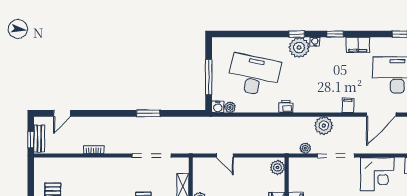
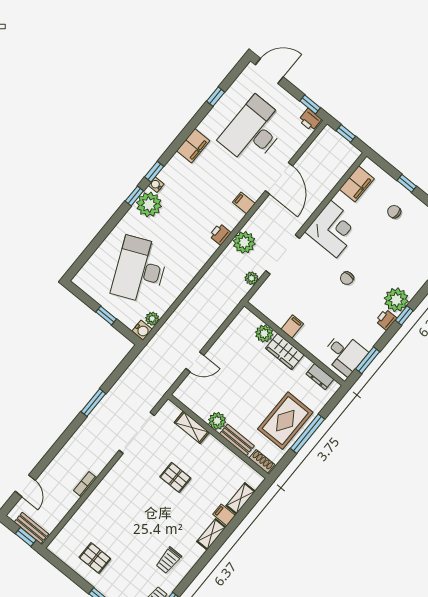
window: (335, 34) -> (154, 172), moved
desk: (254, 75) -> (140, 270), turned -36
window: (209, 77) -> (106, 316), width x0.46
printer: (286, 107) -> (220, 234), moved
plant: (278, 167) -> (264, 334), moved

